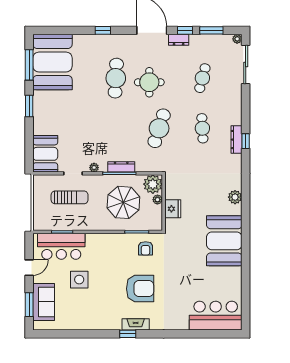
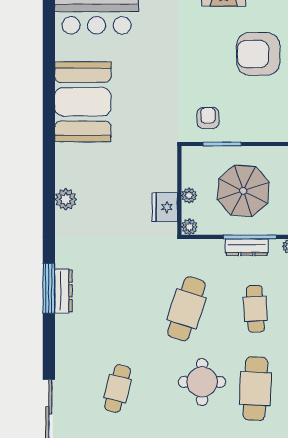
cafe table: (202, 128) -> (255, 309), moved
window: (246, 141) -> (49, 288), width x2.17
plant: (153, 184) -> (189, 227), width x0.53, depth x0.53
fridge: (173, 209) -> (165, 207), moved
booth: (224, 241) -> (83, 102), moved
armchair: (140, 289) -> (258, 54), moved

